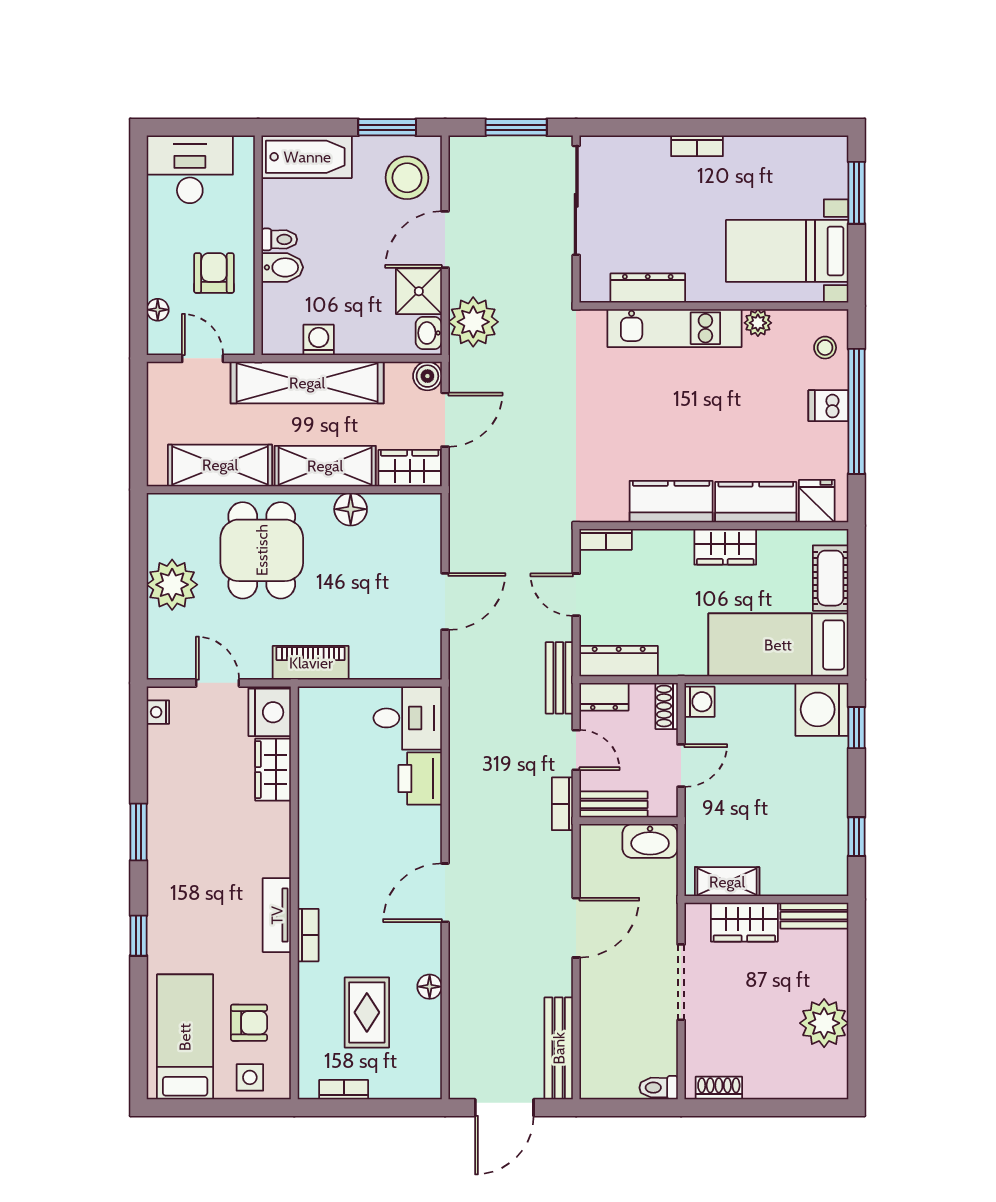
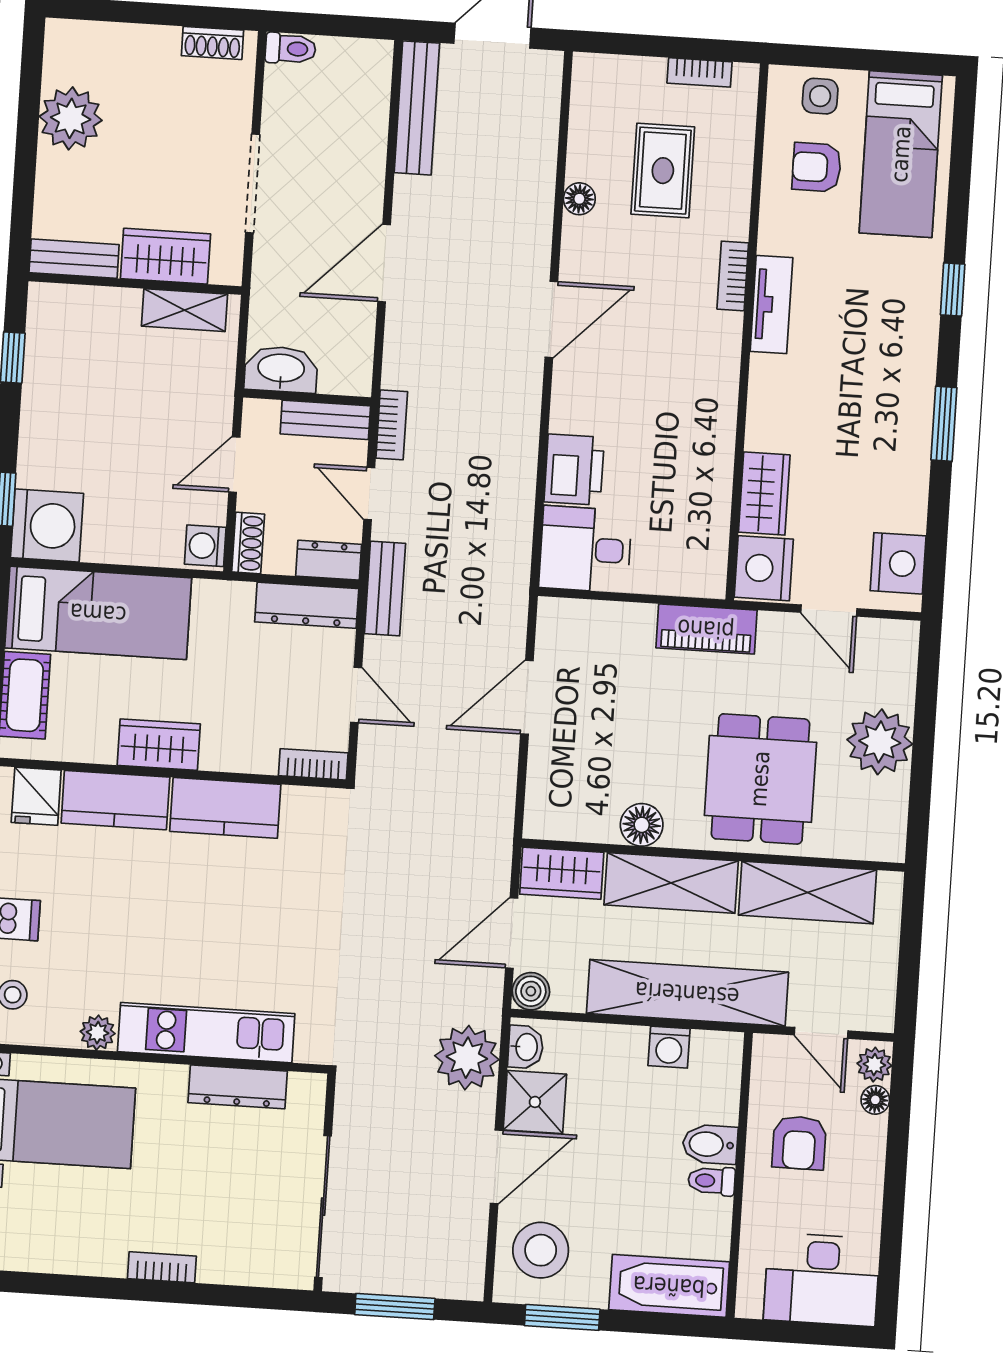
plant: (160, 337) -> (874, 1065), added
nightstand: (158, 712) -> (898, 563), width x1.89, depth x1.79

